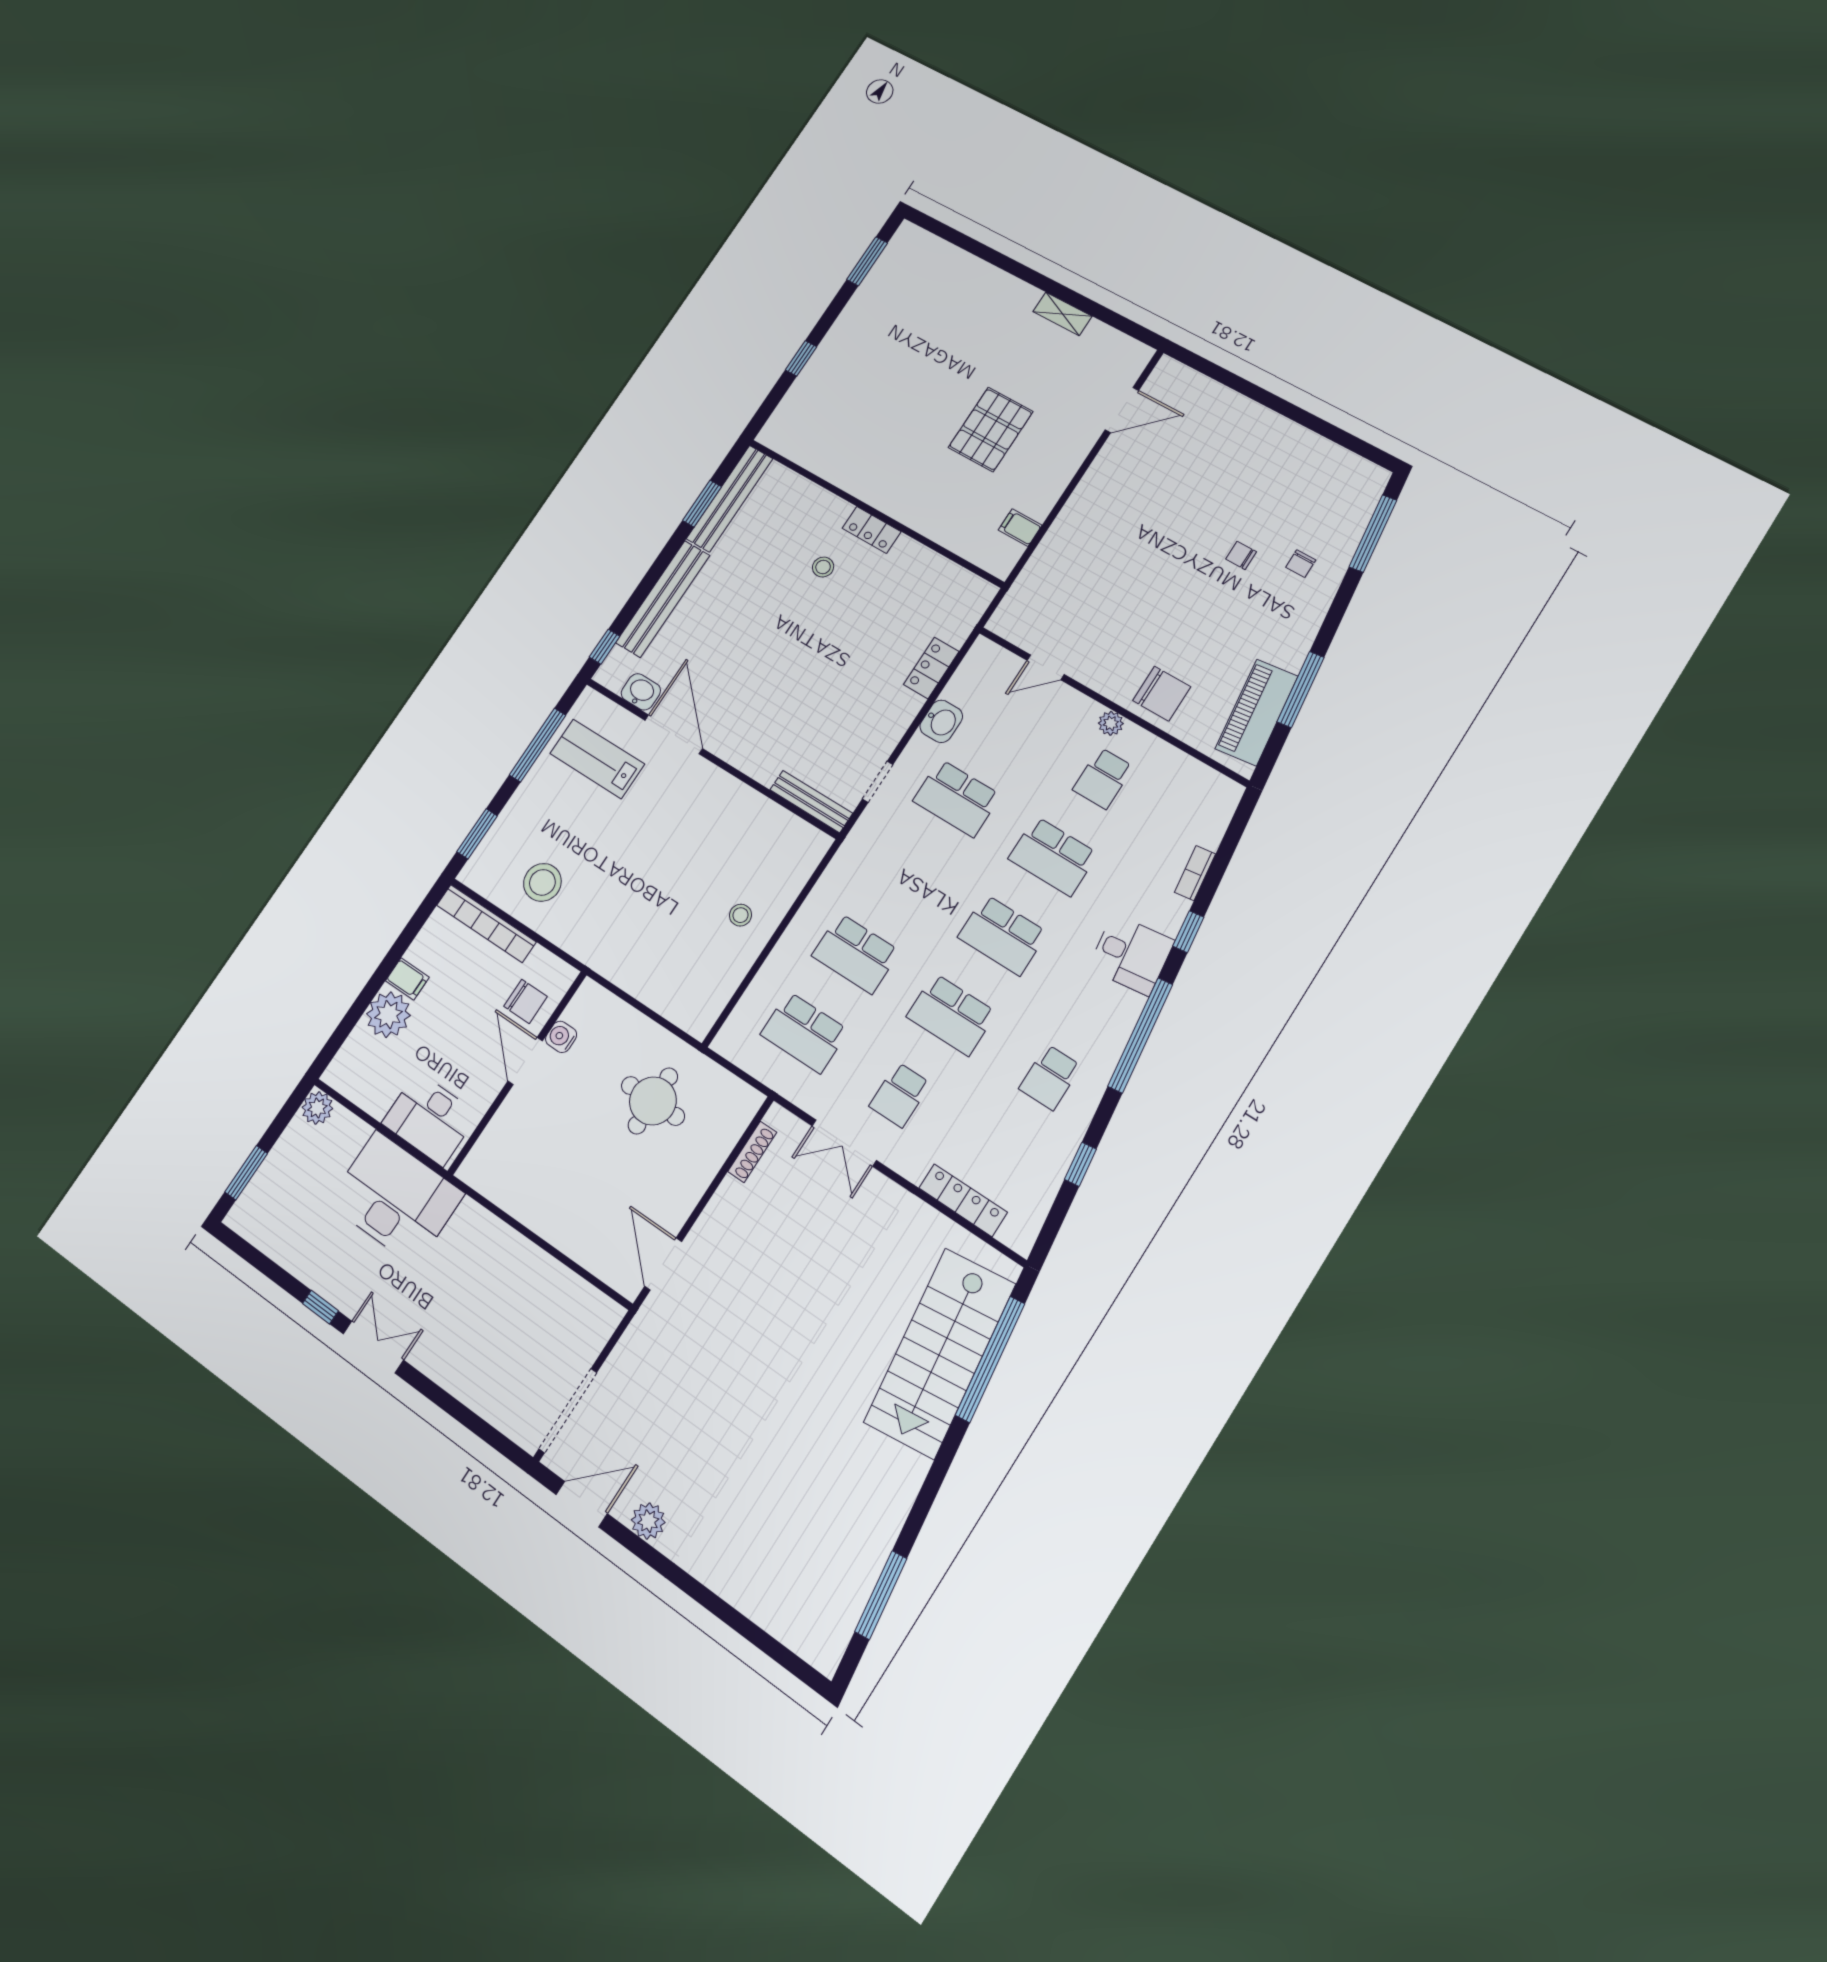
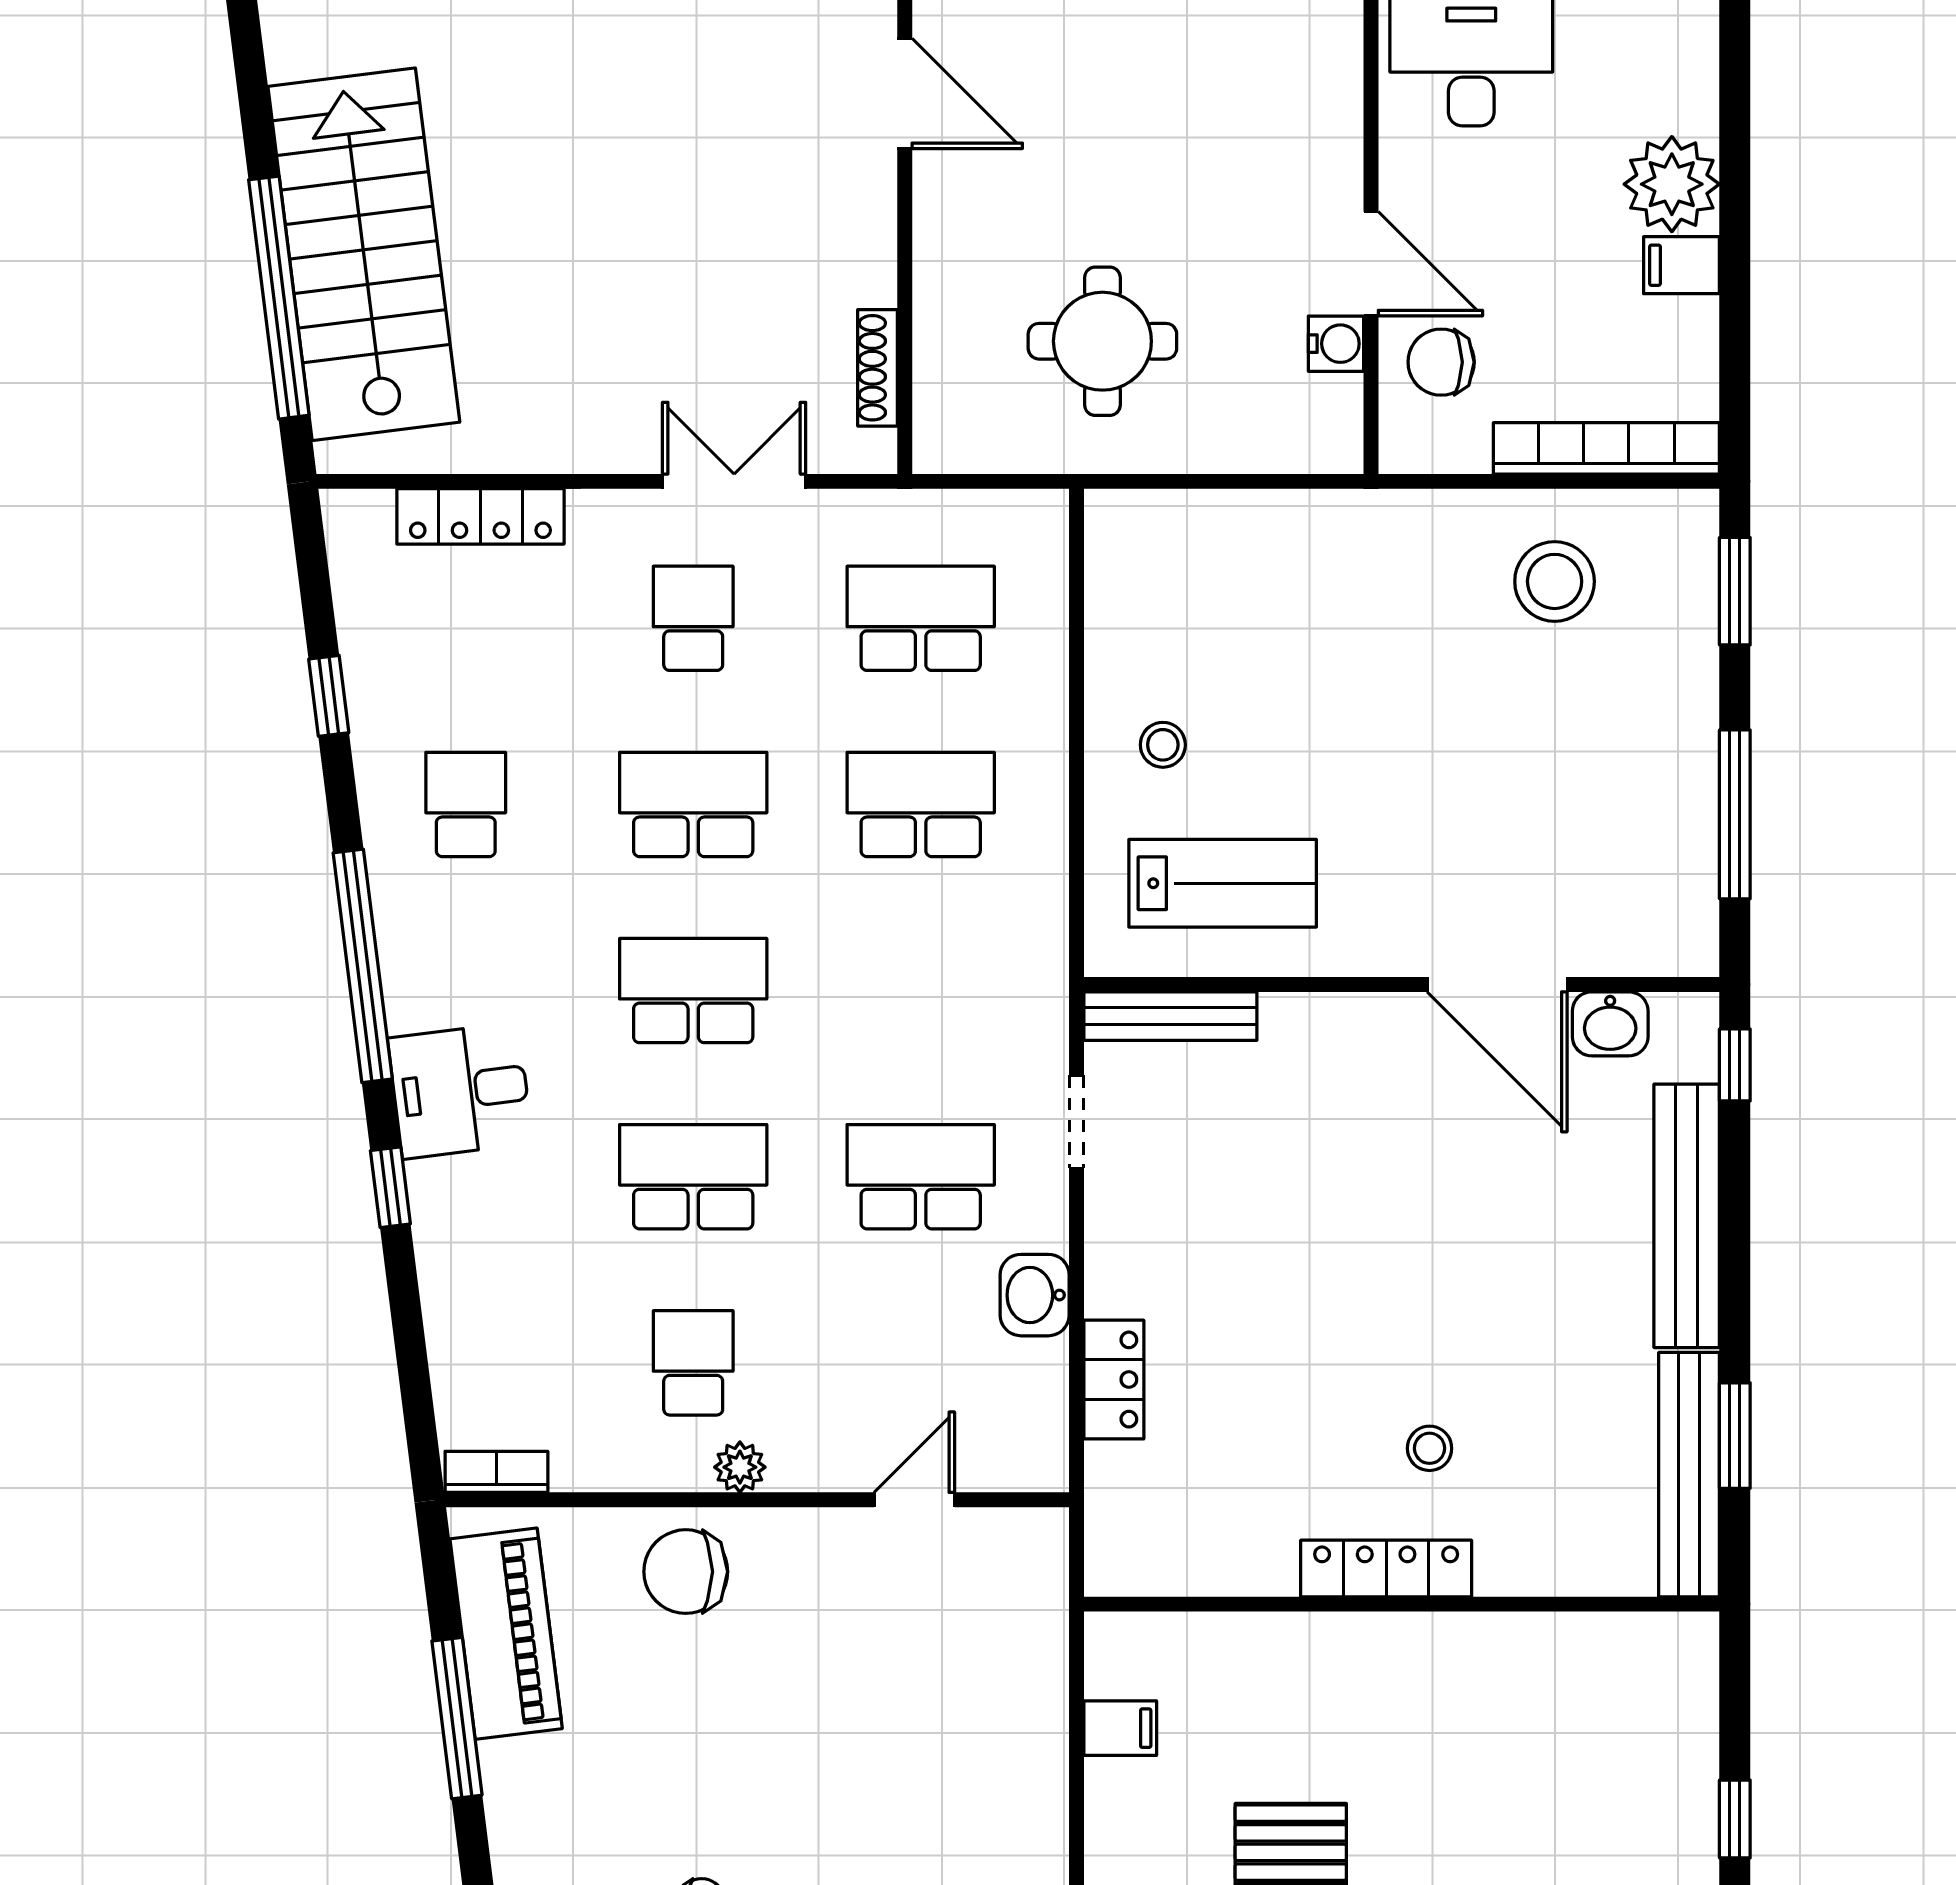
locker: (872, 530) -> (1386, 1568), width x1.53
lab bench: (597, 759) -> (1223, 883), moved
bookcase: (1195, 873) -> (496, 1472), moved, turned -83

